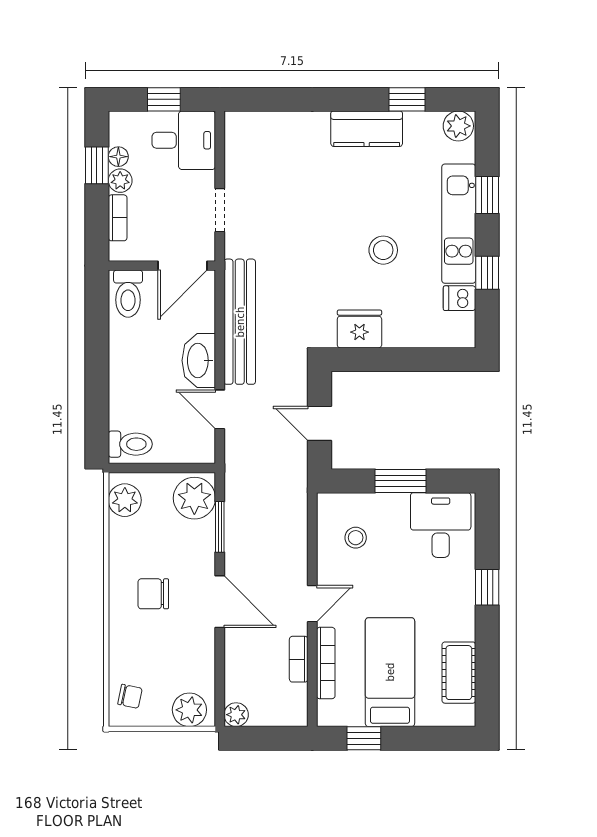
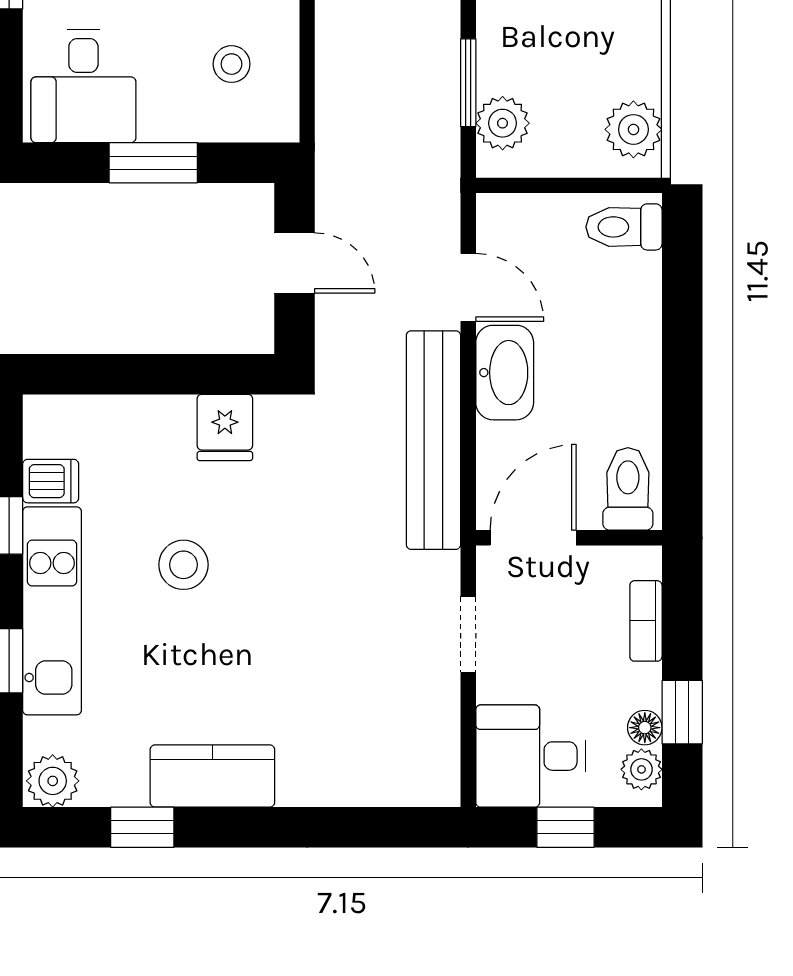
plant: (120, 181) -> (641, 769), moved
fridge: (359, 329) -> (225, 427), width x0.72
plant: (194, 498) -> (503, 123), width x0.73, depth x0.73

